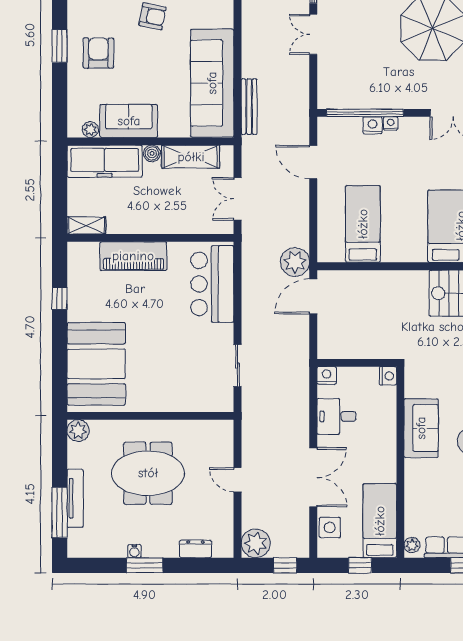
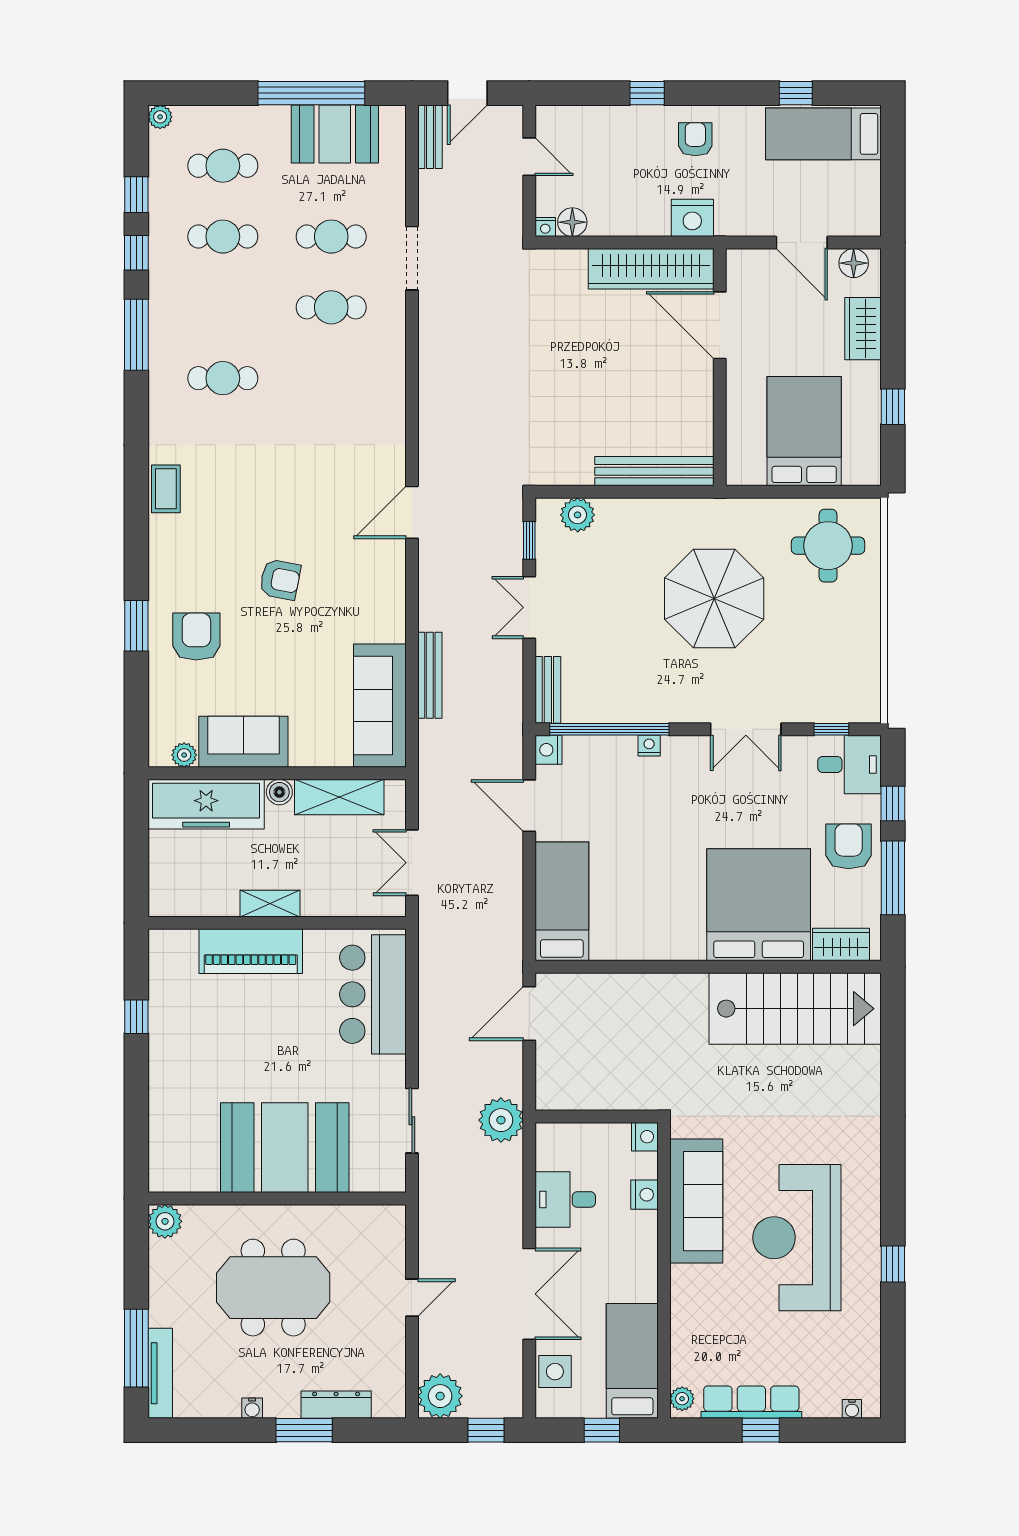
sofa: (212, 83) -> (380, 705), width x0.74, depth x0.79
bench: (325, 87) -> (548, 690), added
bench: (249, 107) -> (430, 675), moved
nightstand: (373, 125) -> (548, 750), moved, turned -90
bed: (363, 224) -> (562, 901), moved
shelving: (86, 225) -> (270, 904), moved
plant: (295, 262) -> (501, 1120), moved
booth: (96, 364) -> (285, 1148), moved, turned 90
nightstand: (327, 375) -> (645, 1195), moved, turned 90
sofa: (421, 428) -> (696, 1201), width x1.36
door: (238, 480) -> (412, 1298), swing flipped
tv unit: (75, 498) -> (160, 1373), moved
dresser: (195, 549) -> (336, 1405), width x1.44
window: (145, 565) -> (304, 1430), moved

